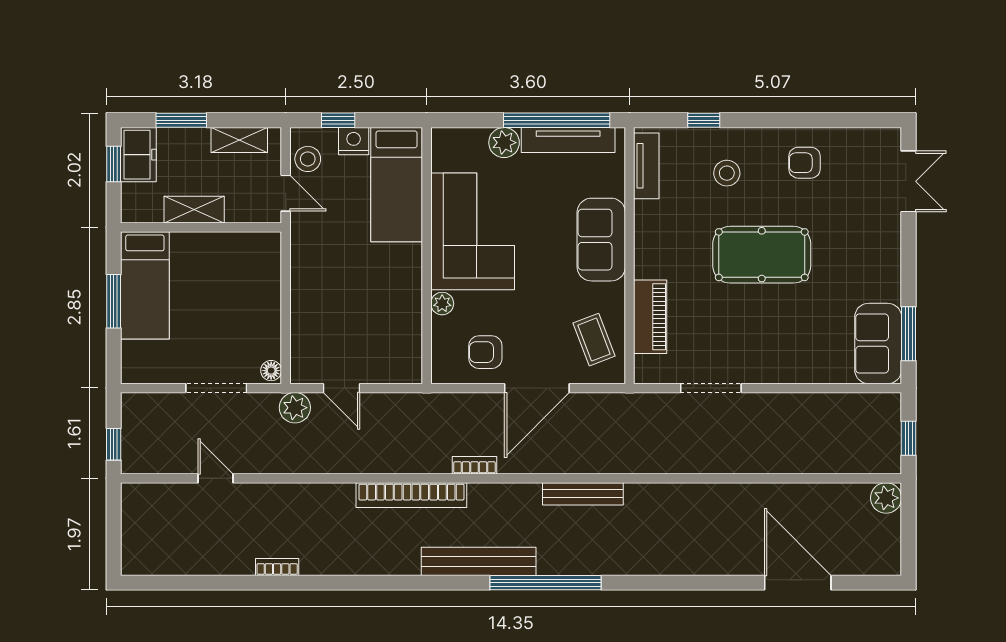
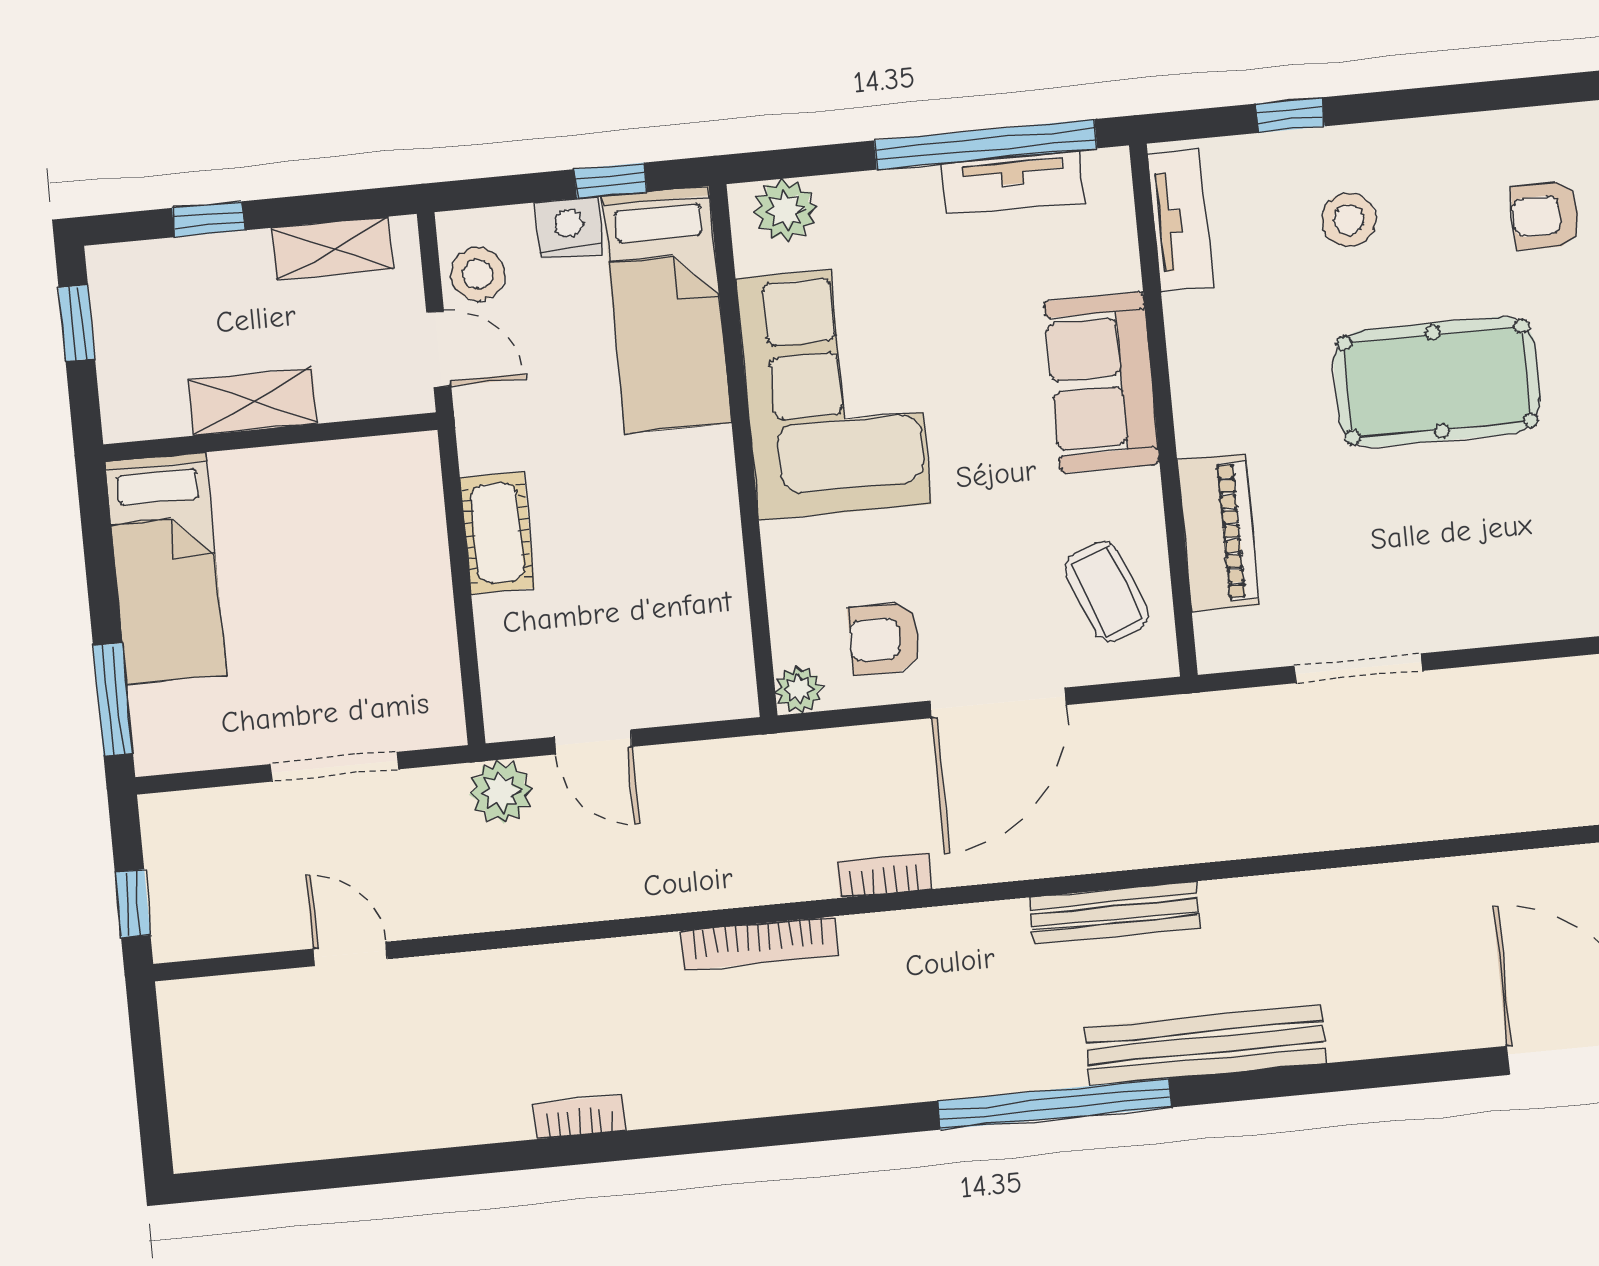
window: (181, 120) -> (208, 219), width x0.67
window: (338, 120) -> (611, 180), moved
tv unit: (568, 140) -> (1013, 183), width x0.71
plant: (504, 143) -> (785, 210), moved
freezer: (138, 155) -> (126, 299), removed
armchair: (805, 163) -> (1546, 215), moved
cot: (305, 284) -> (497, 533), added
window: (114, 301) -> (113, 700), moved
plant: (442, 304) -> (799, 689), moved
floor lamp: (271, 371) -> (444, 720), removed
bookcase: (411, 495) -> (759, 943), width x0.68, depth x0.76
bench: (479, 561) -> (1206, 1045), moved
bookcase: (277, 567) -> (580, 1117), moved

